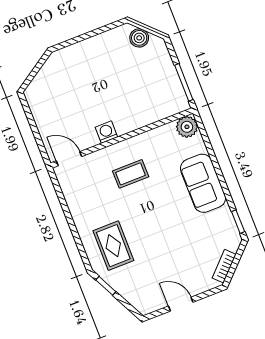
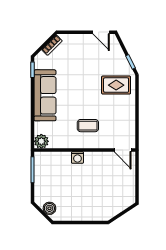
washing machine: (106, 132) -> (77, 158), moved
sofa: (203, 183) -> (45, 95), width x1.36
rug: (113, 246) -> (116, 85), turned 90
door: (181, 304) -> (101, 32), moved

